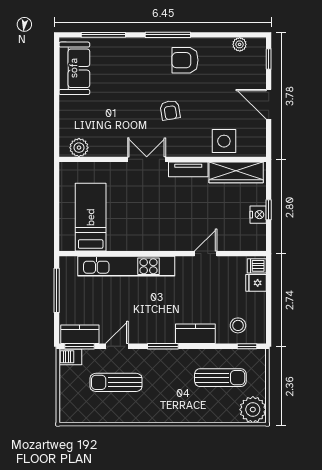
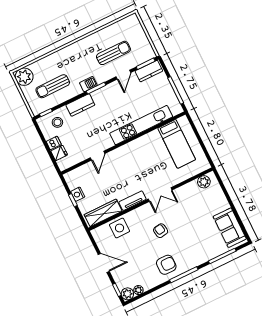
plant: (257, 47) -> (127, 294), added
dishwasher: (257, 266) -> (54, 143), moved
barbecue: (70, 357) -> (88, 84), moved

